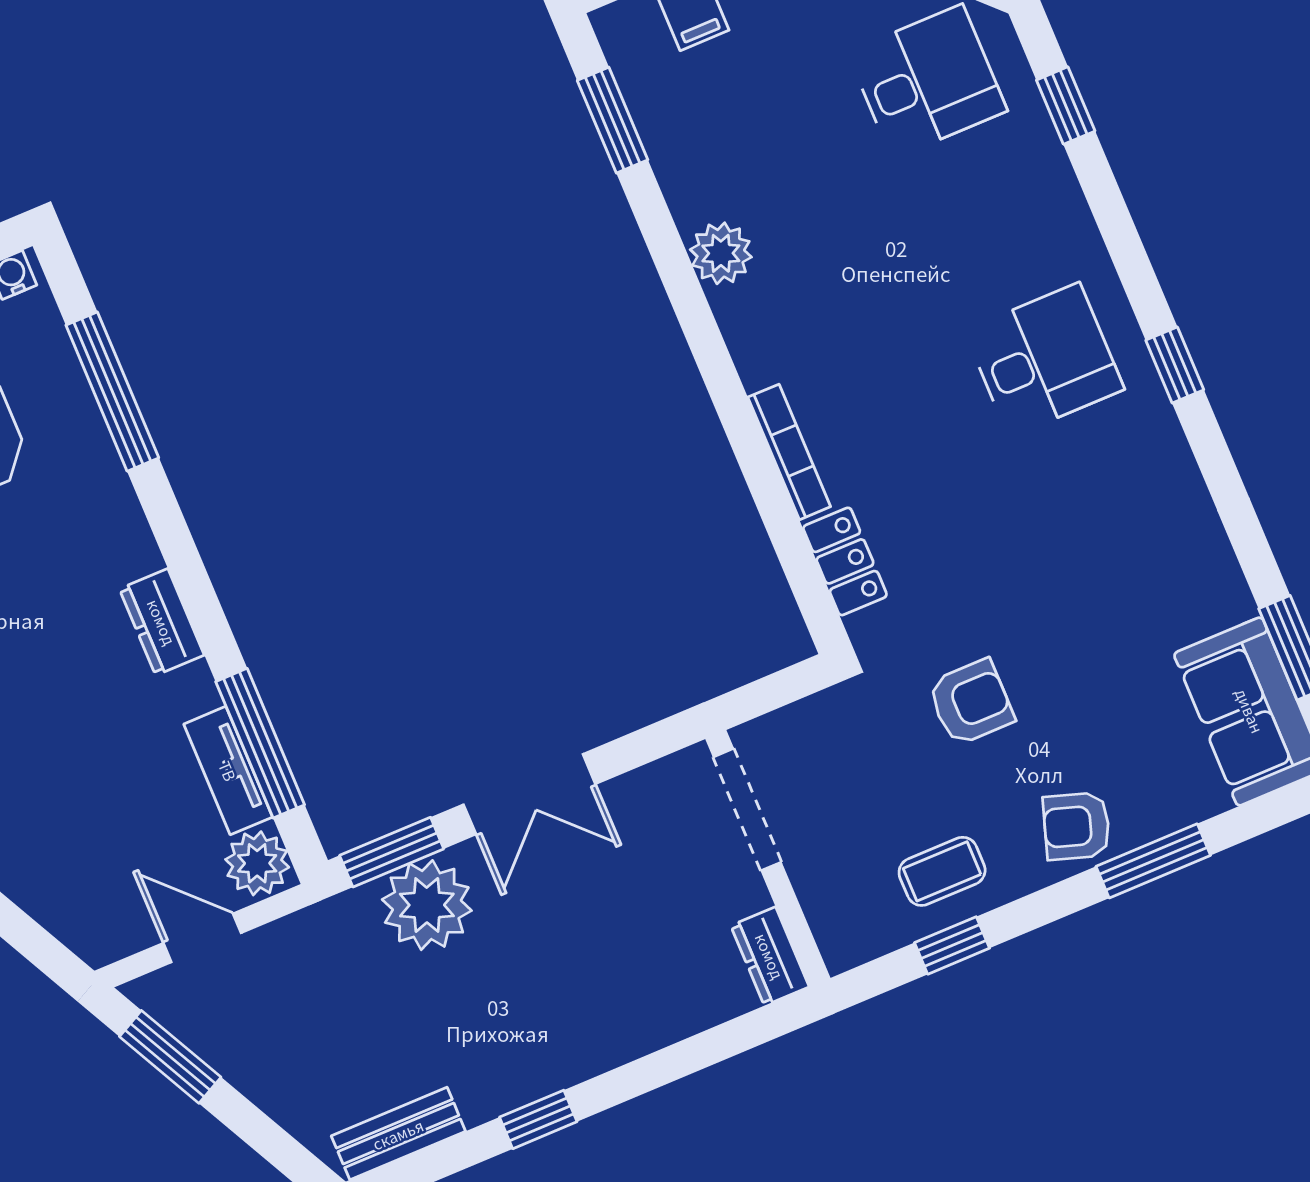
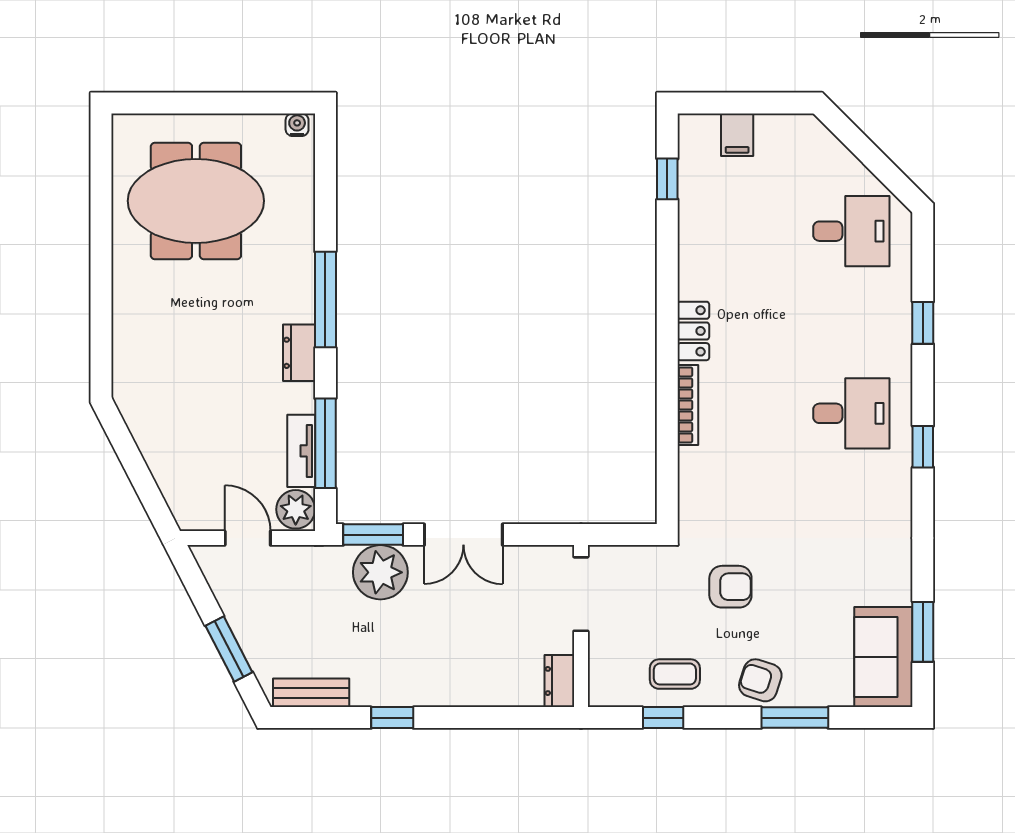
window: (1066, 106) -> (923, 323), moved
window: (613, 120) -> (667, 179), width x0.67
plant: (721, 253) -> (696, 278), removed
window: (112, 392) -> (325, 300), moved
locker: (845, 561) -> (693, 331), moved
window: (170, 1057) -> (229, 649), moved

